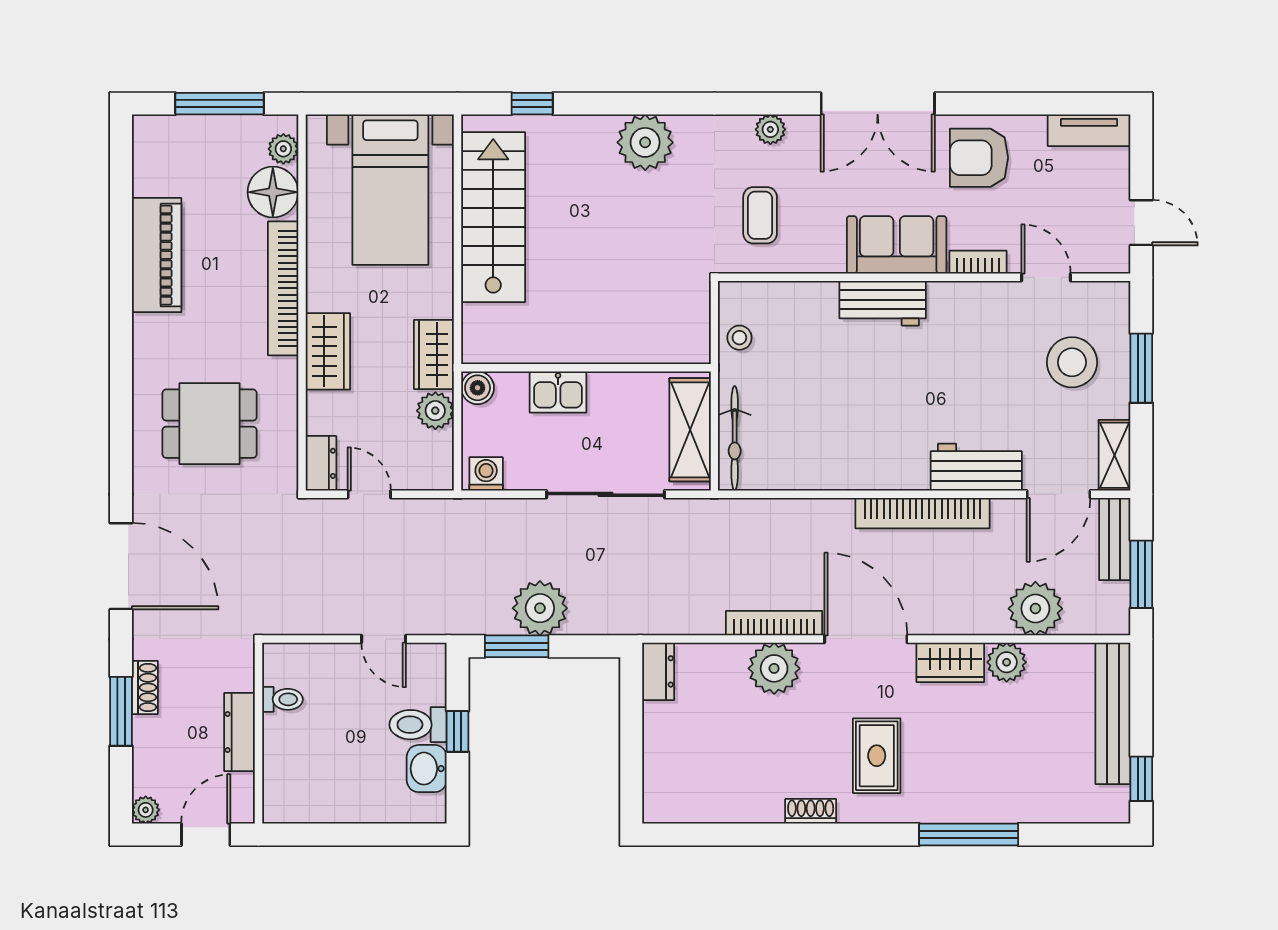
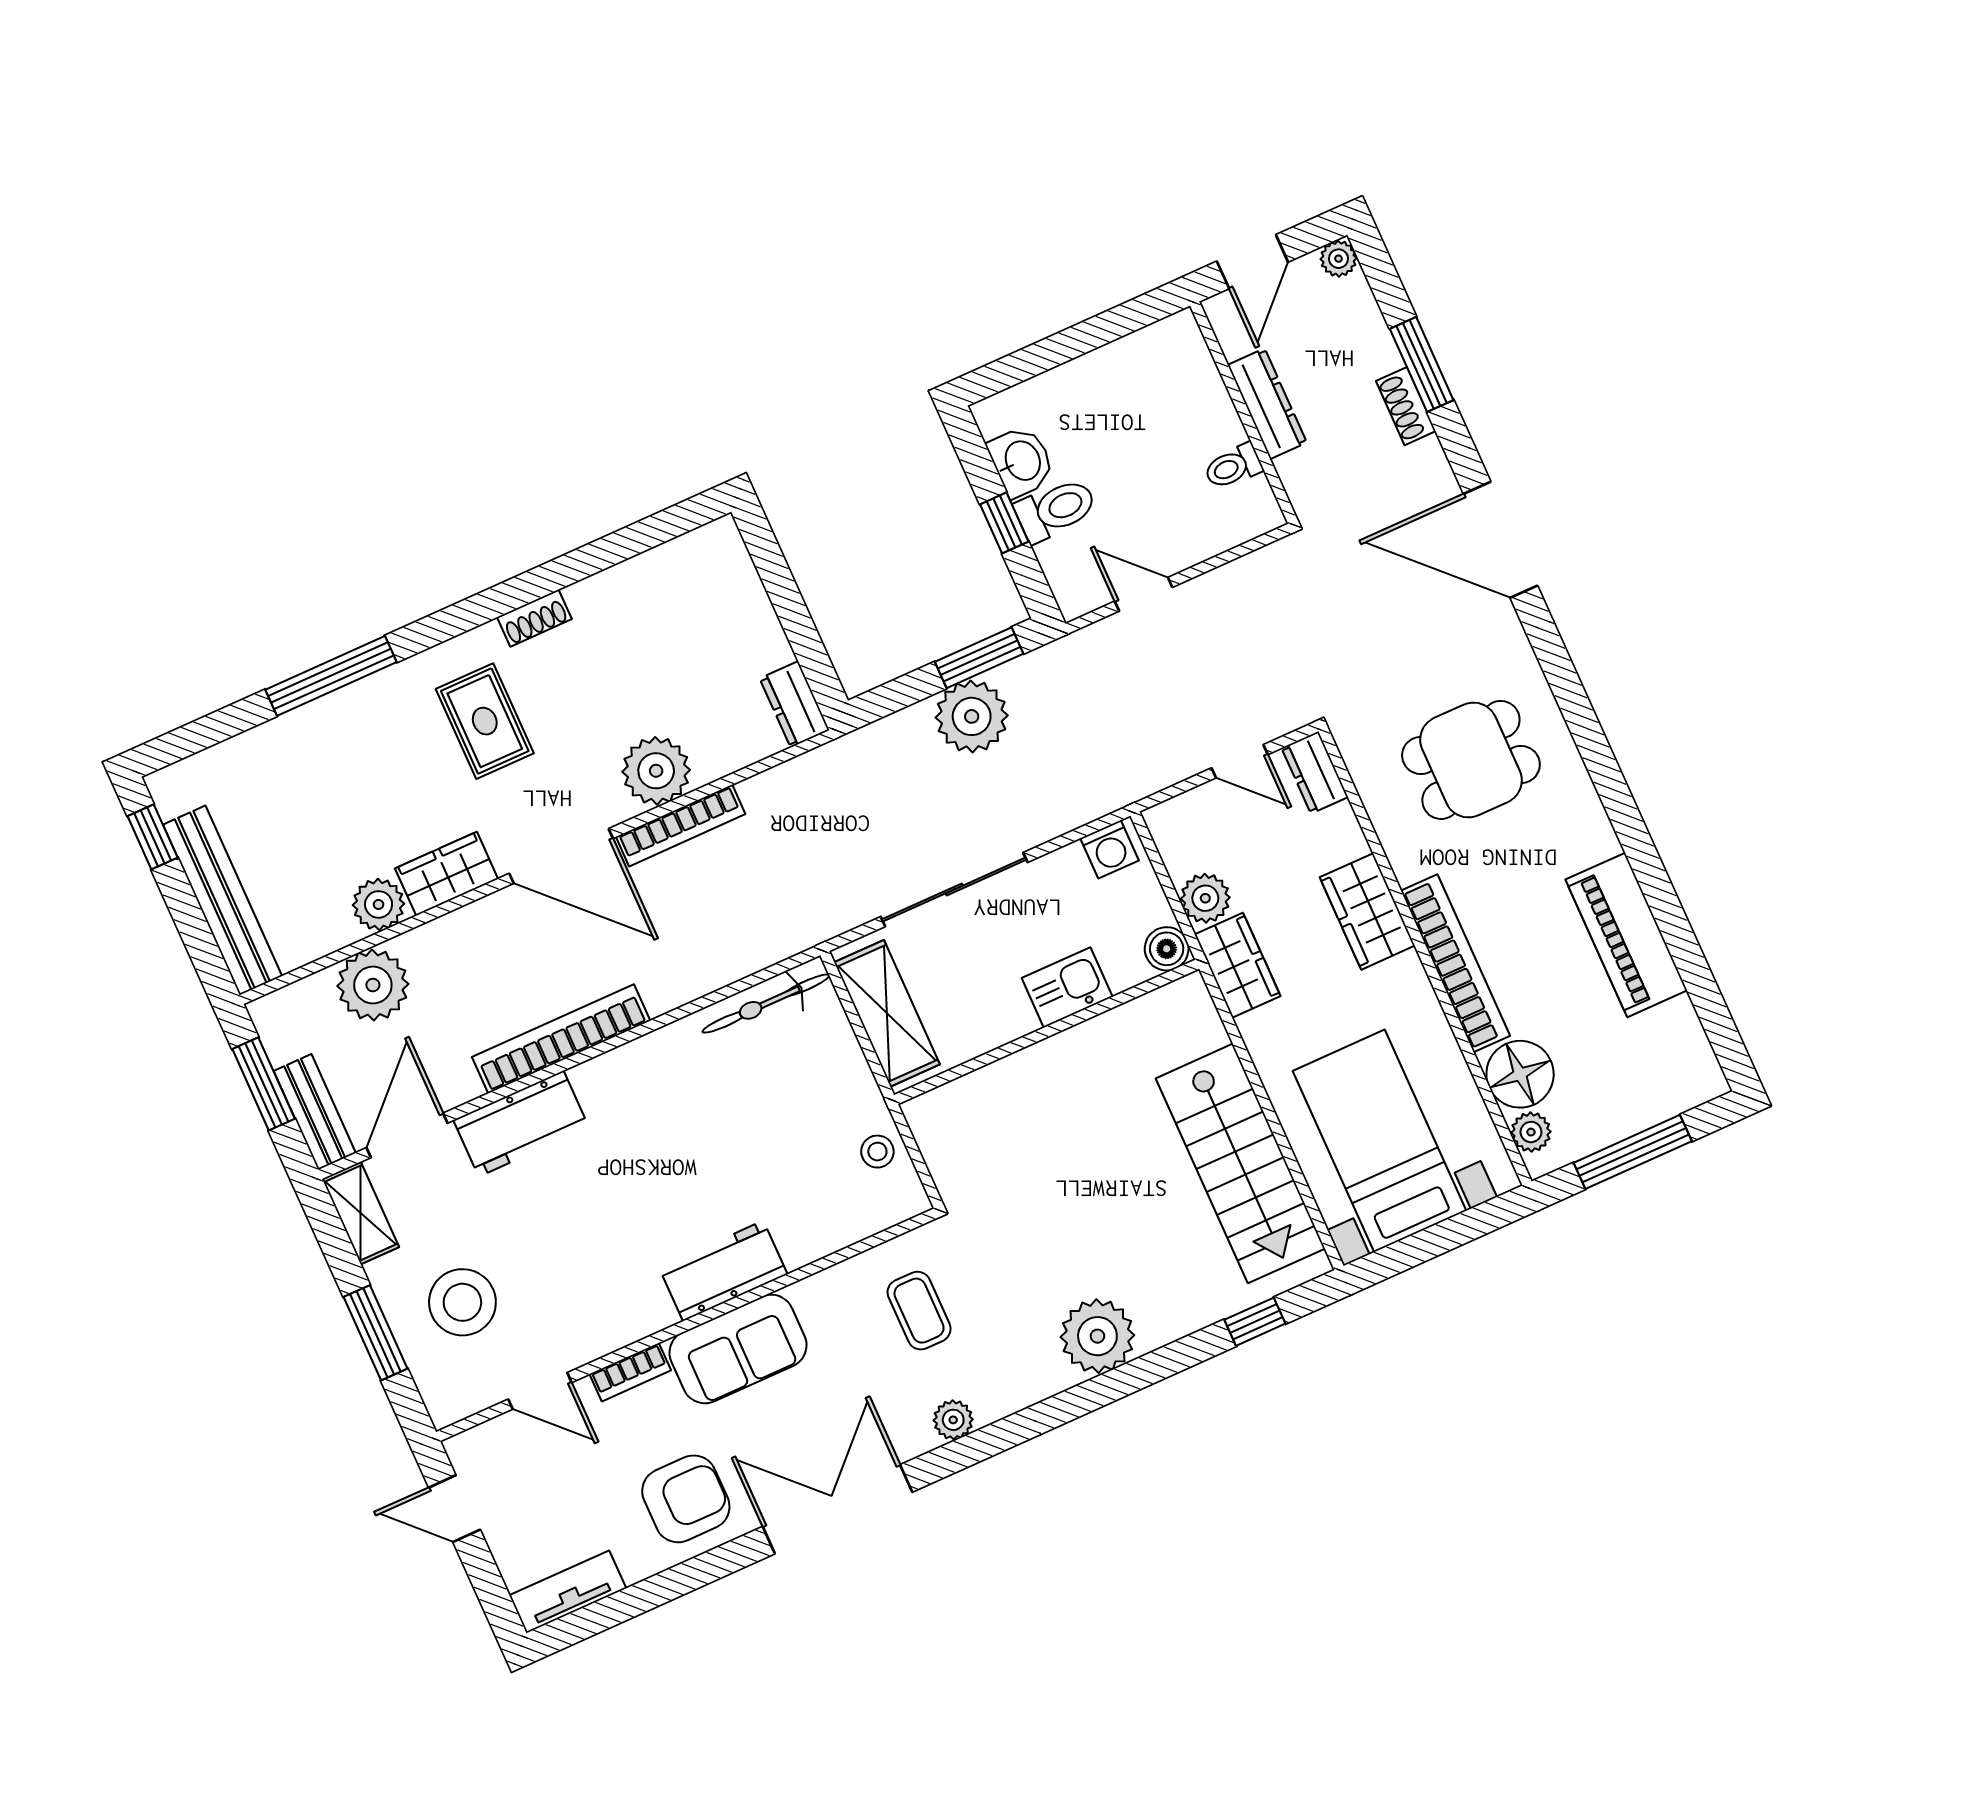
bicycle: (735, 438) -> (766, 1004), moved, turned -90

